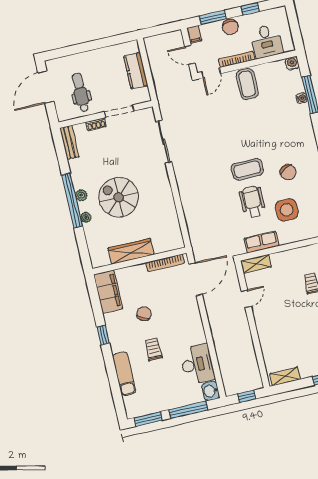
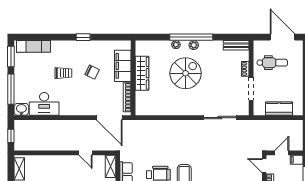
filing cabinet: (108, 292) -> (123, 66), moved, turned 90
exam couch: (124, 374) -> (33, 46), moved

